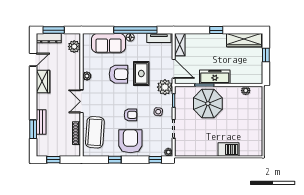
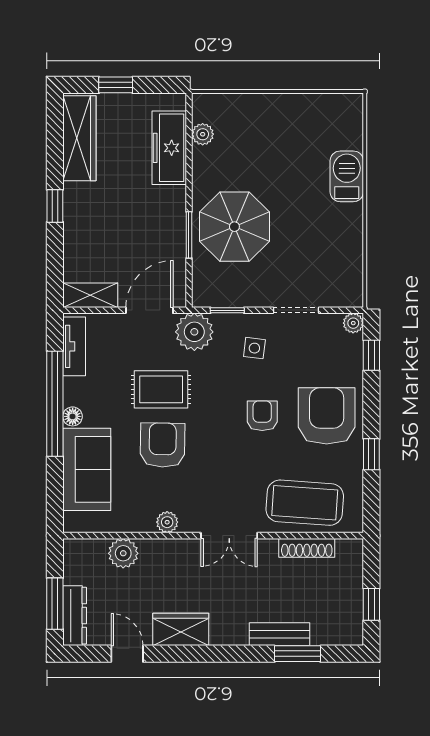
plant: (74, 47) -> (123, 553), moved
freezer: (215, 77) -> (169, 148), moved
armchair: (130, 141) -> (327, 416), turned 90

